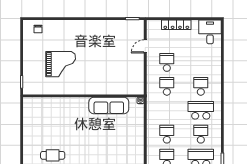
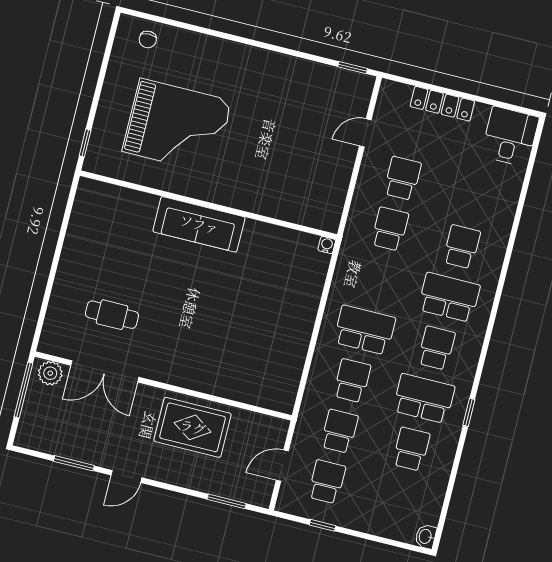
grand piano: (61, 64) -> (177, 126), width x1.37, depth x1.48
sofa: (109, 106) -> (199, 224), moved
school desk: (167, 134) -> (365, 330), width x1.85

